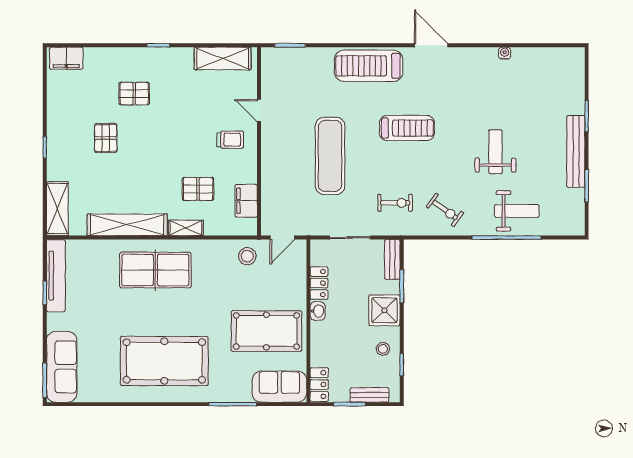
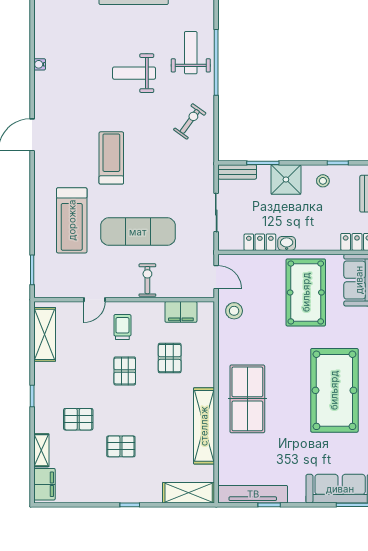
treadmill: (369, 66) -> (72, 220), moved
pallet: (134, 94) -> (78, 419), turned 90
pallet: (184, 142) -> (125, 371), added
exercise bike: (395, 203) -> (147, 280), moved
shelving: (186, 228) -> (41, 450), moved

